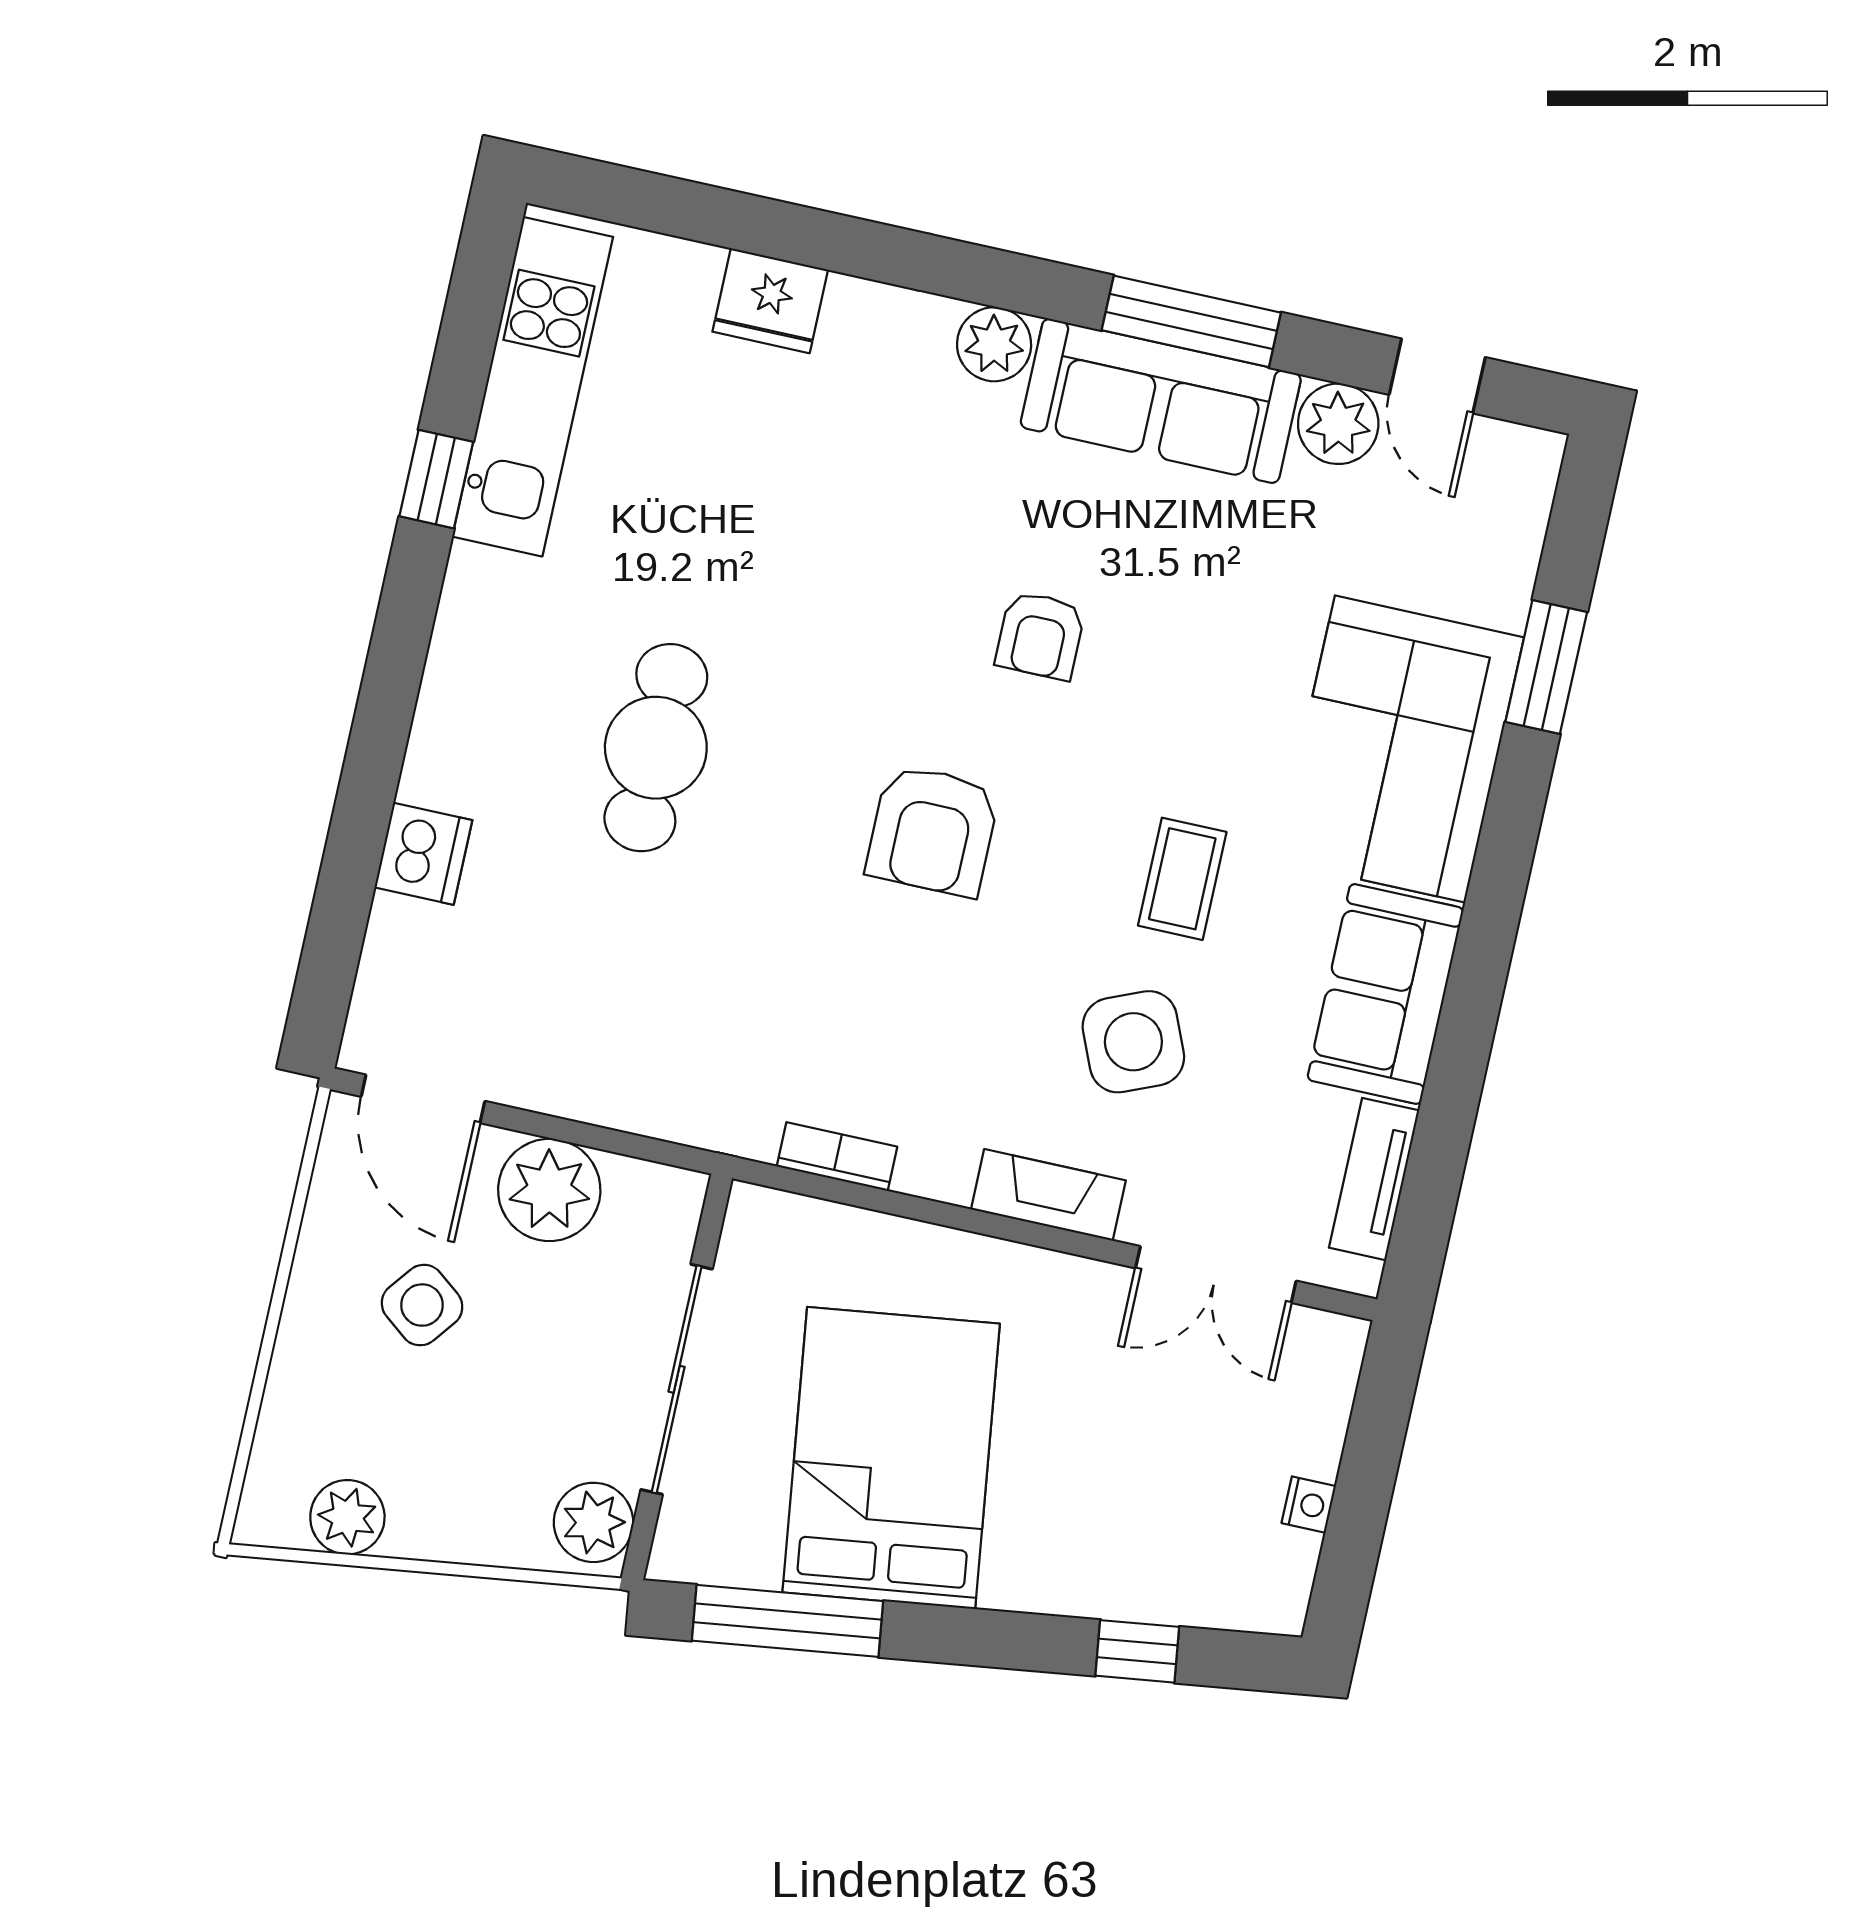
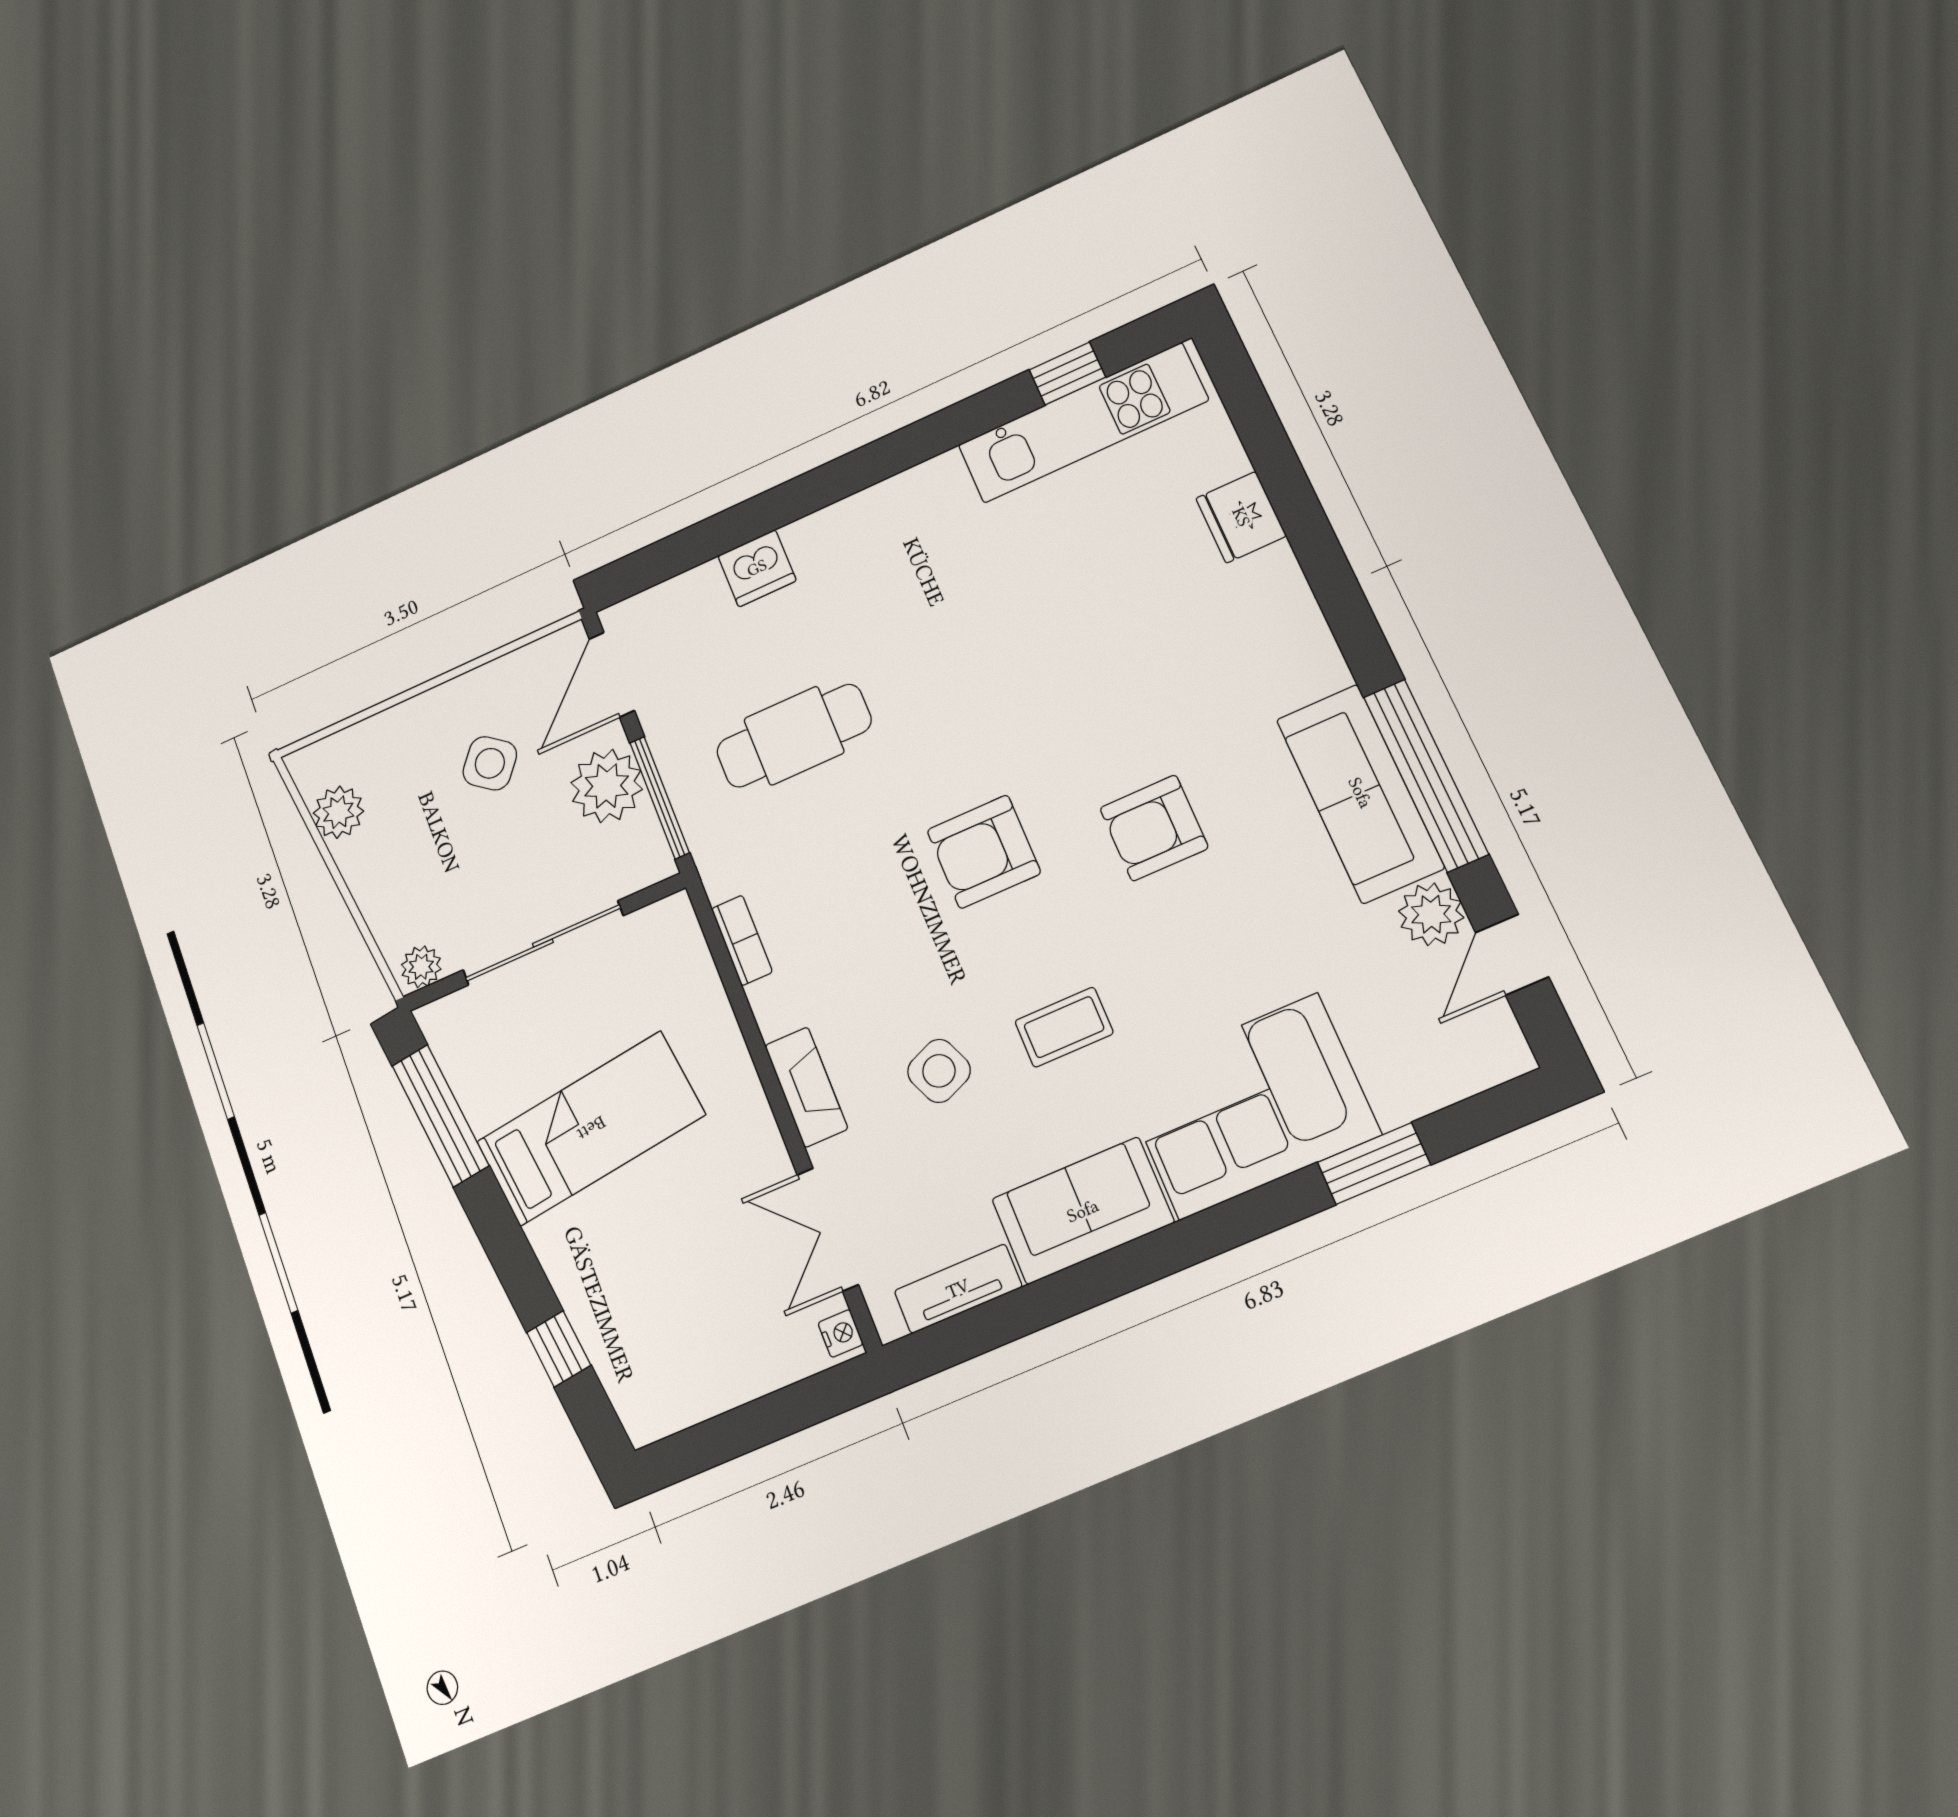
window: (1191, 321) -> (1426, 775), width x1.46
plant: (994, 344) -> (1317, 667), removed
window: (436, 479) -> (1067, 373), moved
armchair: (1040, 635) -> (1154, 828), width x1.38, depth x1.38
cafe table: (656, 748) -> (794, 736), moved
side table: (1133, 1042) -> (939, 1071), width x0.73, depth x0.73
window: (608, 1140) -> (660, 798), added
bed: (891, 1458) -> (591, 1128), width x0.67
nightstand: (1309, 1505) -> (841, 1334), moved, turned -90
plant: (593, 1522) -> (421, 967), width x0.73, depth x0.73

